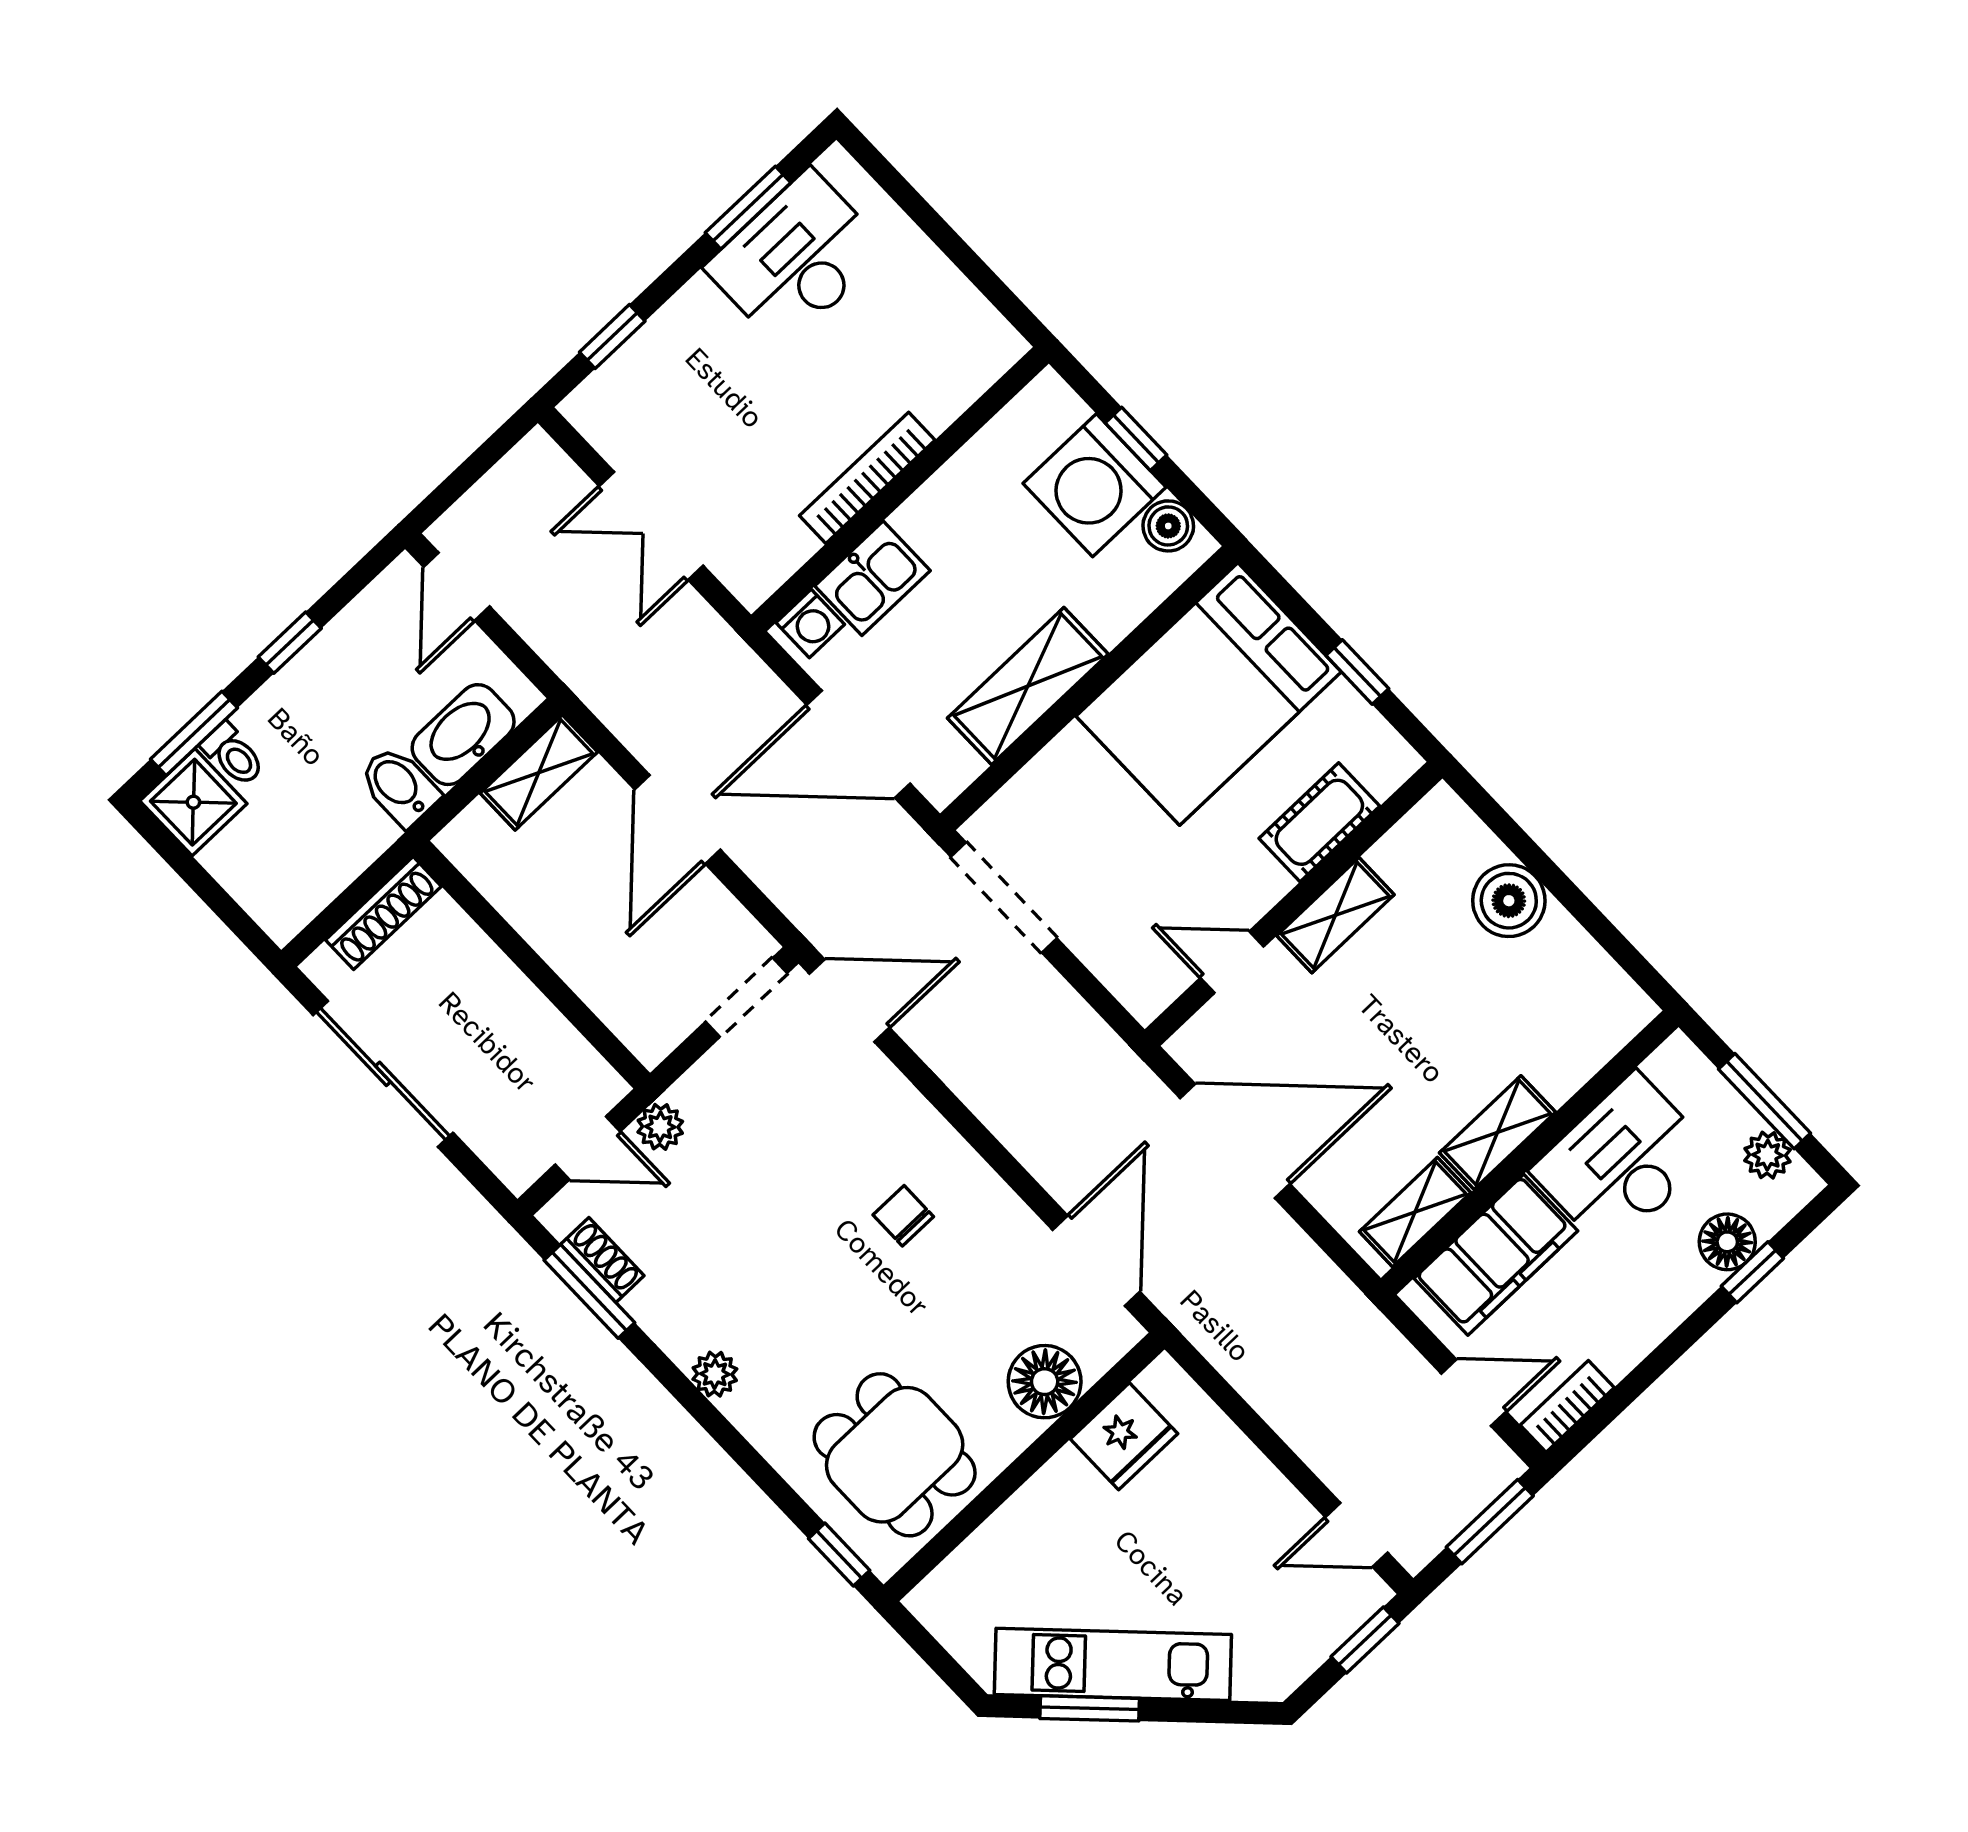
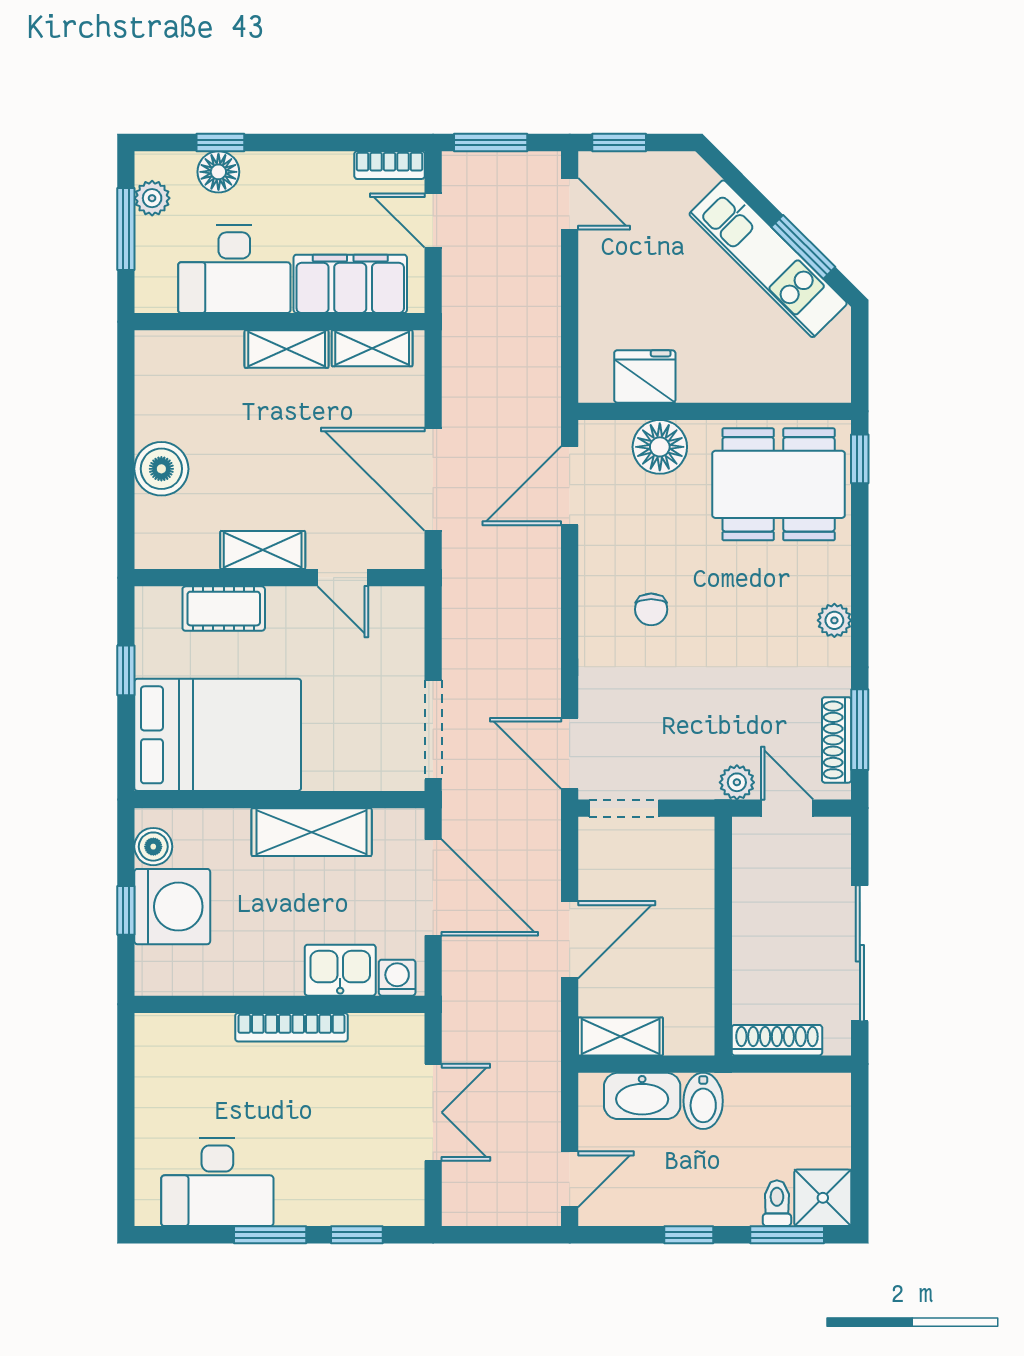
window: (748, 208) -> (270, 1235), moved
shoe rack: (602, 1260) -> (837, 740), width x1.43
dining table: (895, 1455) -> (779, 484), width x1.38

